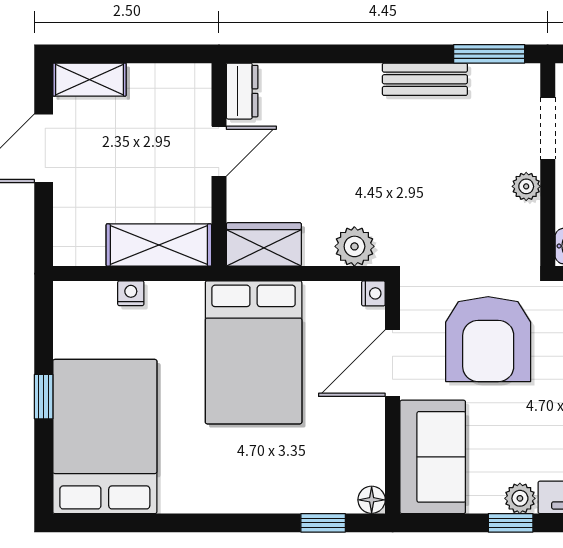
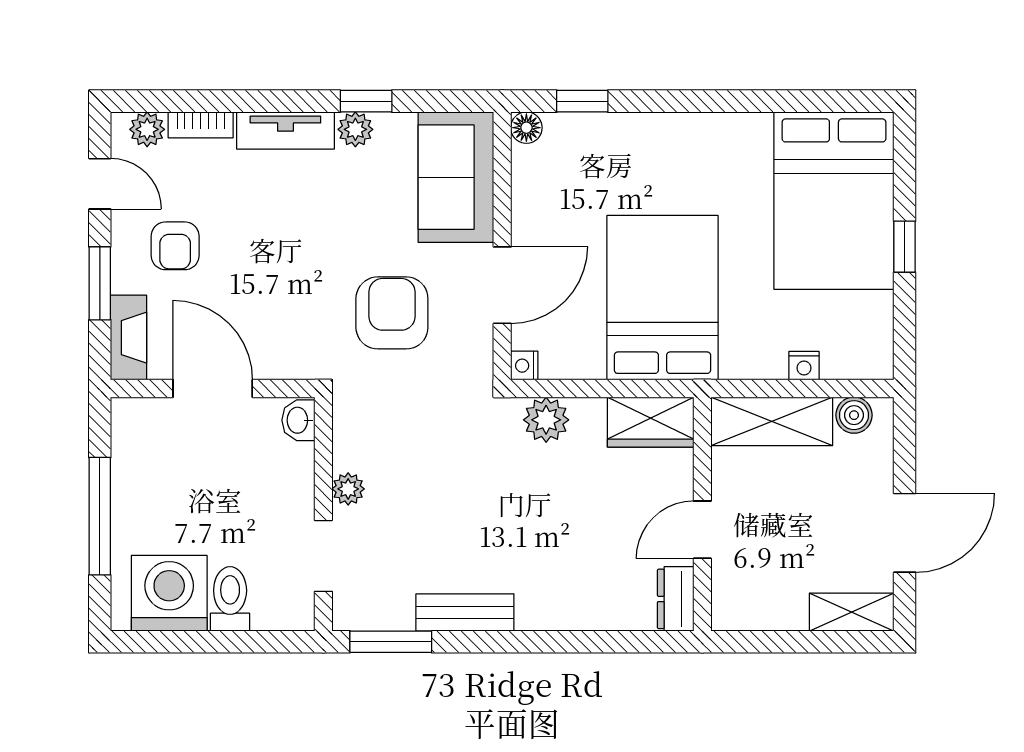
boiler: (87, 250) -> (854, 415), added
armchair: (488, 339) -> (392, 313), width x0.73, depth x0.73

